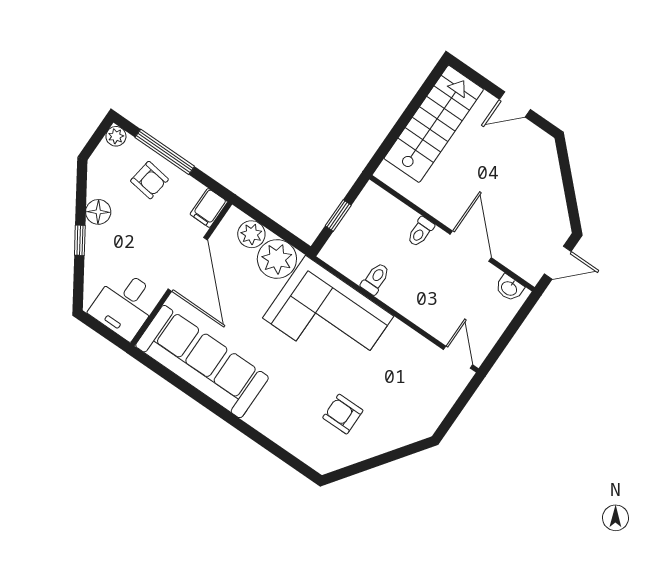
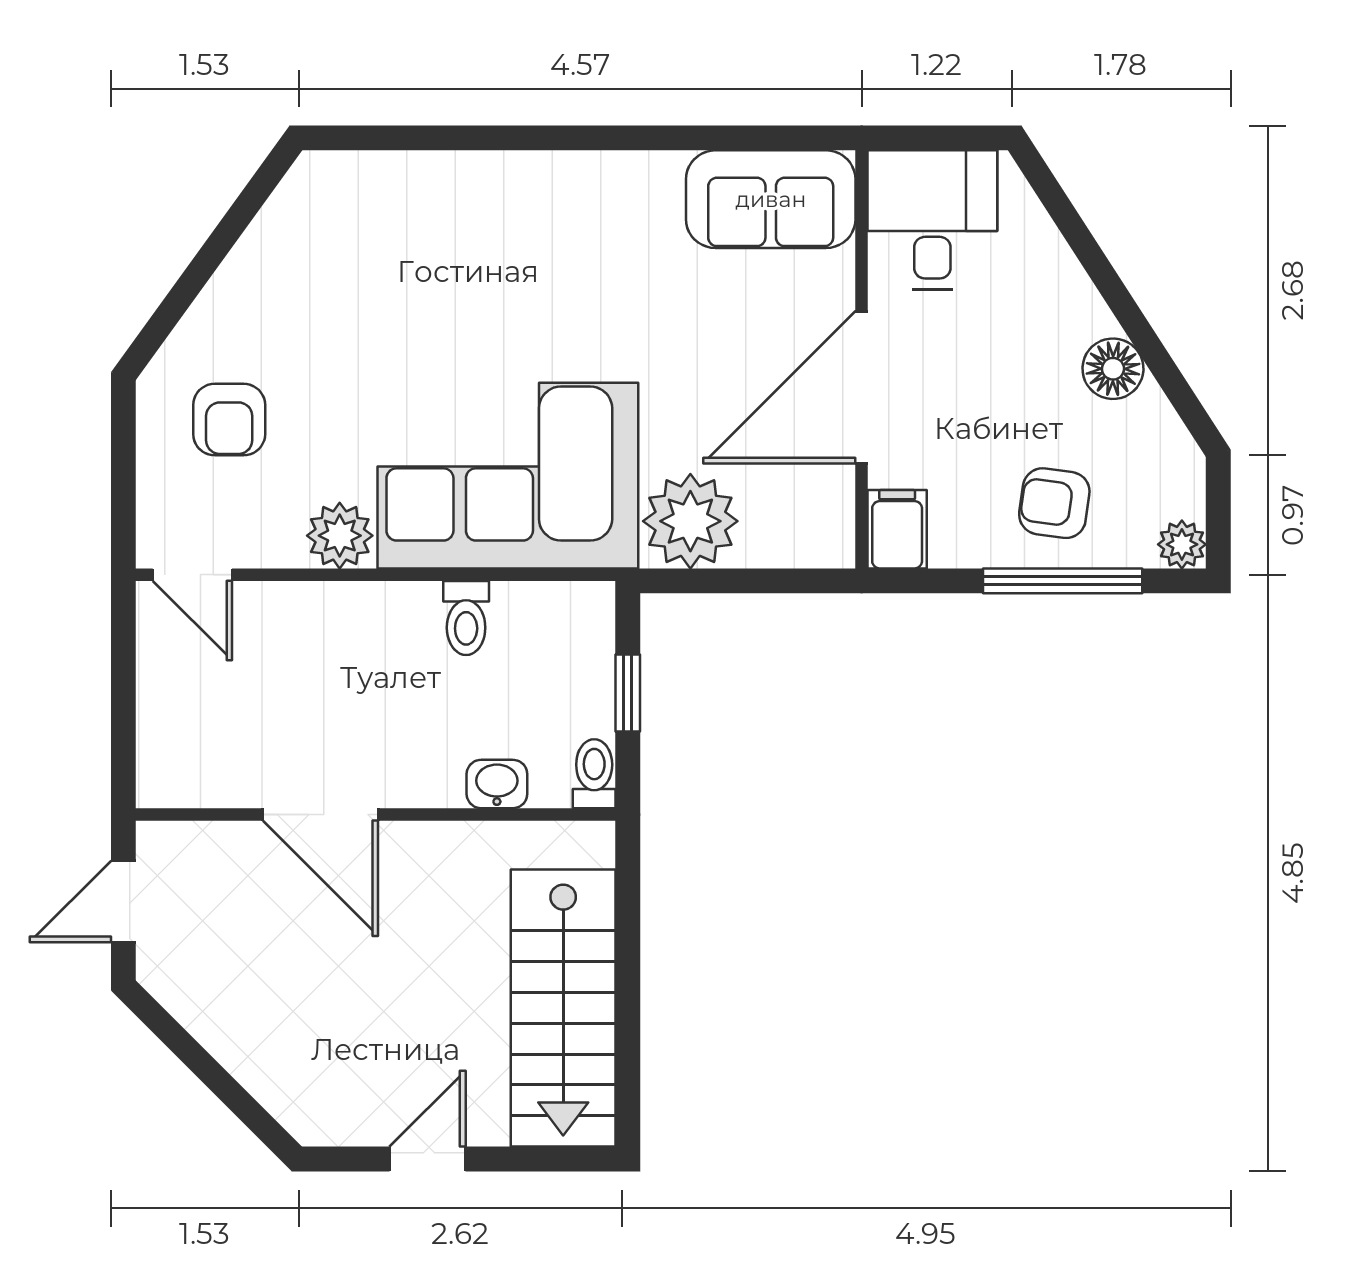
toilet: (421, 232) -> (594, 774), moved
plant: (251, 234) -> (340, 536), moved
window: (80, 240) -> (1111, 287), removed
door: (188, 264) -> (862, 387), hinge flipped
washbasin: (509, 288) -> (497, 784), moved
sofa: (202, 362) -> (771, 199), width x0.54, depth x0.79
armchair: (343, 414) -> (229, 420), moved, turned 90

